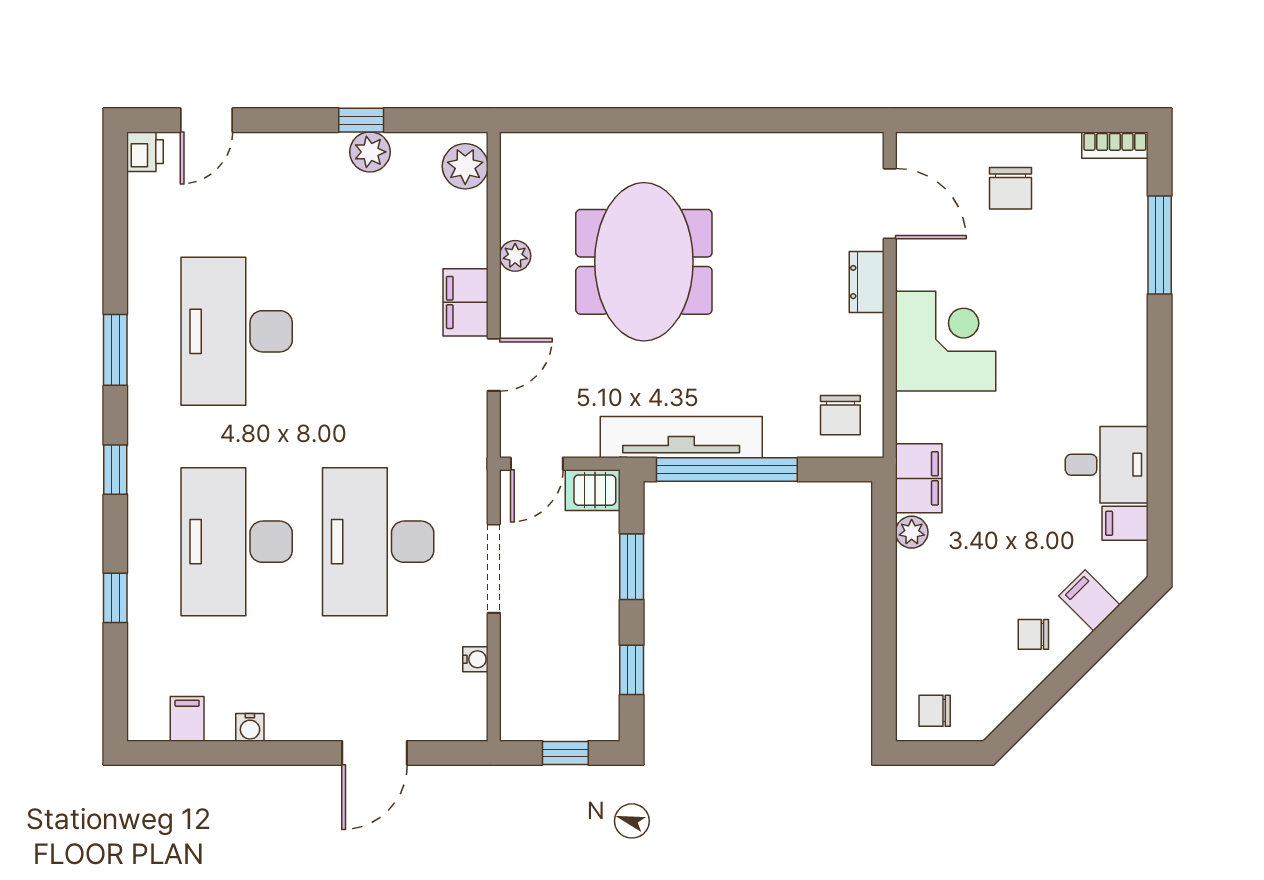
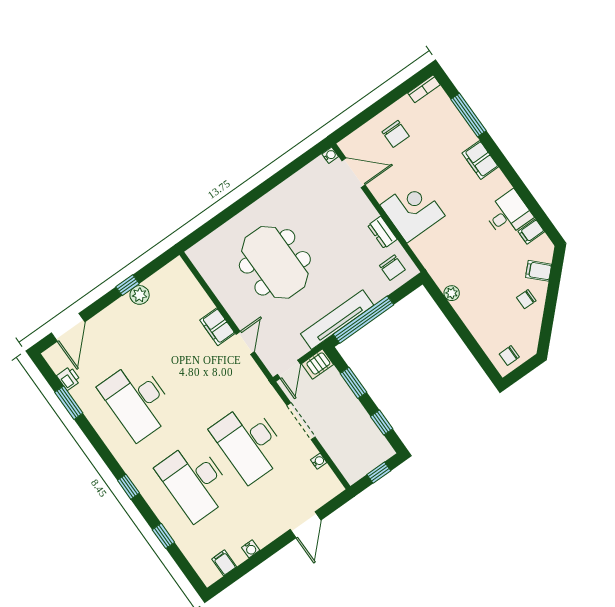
door: (206, 120) -> (68, 327), width x1.38
water cooler: (871, 145) -> (330, 155), added
printer: (145, 152) -> (69, 378), moved
plant: (465, 166) -> (180, 274), removed
plant: (515, 256) -> (224, 295), removed
dresser: (867, 282) -> (382, 232), moved
window: (115, 350) -> (69, 403), moved
filing cabinet: (919, 478) -> (480, 160), moved, turned 180

